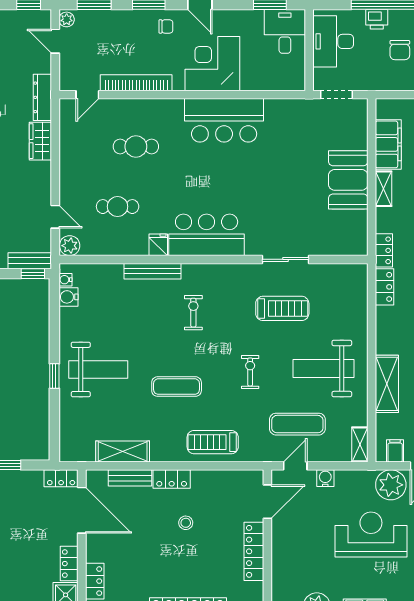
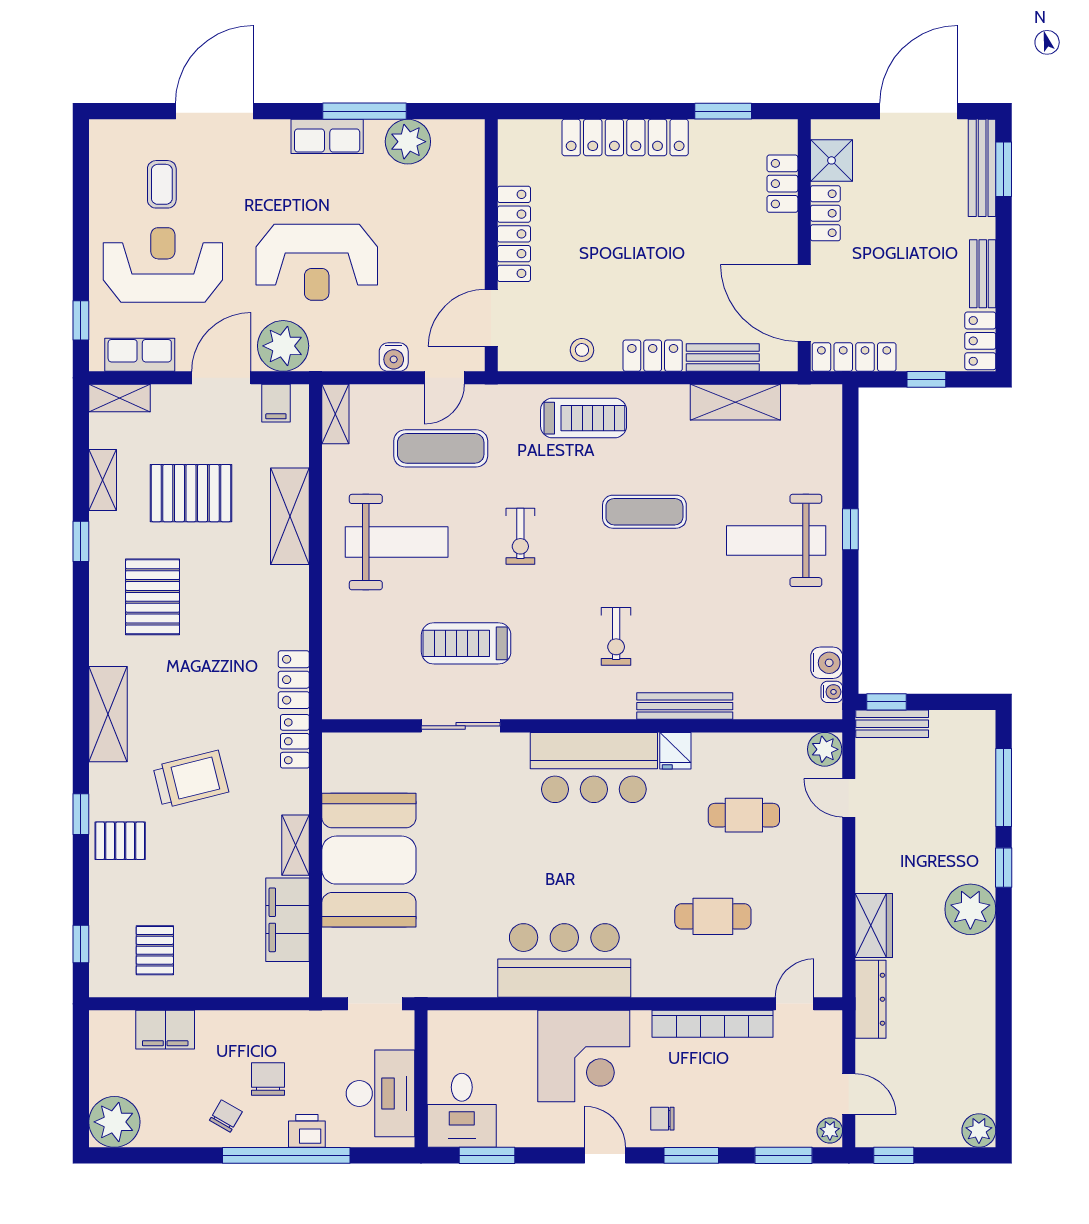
booth: (348, 180) -> (369, 860), width x1.36, depth x1.42
locker: (61, 478) -> (854, 357), width x1.53
stool: (186, 523) -> (582, 350), moved

